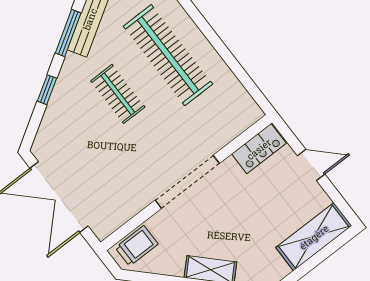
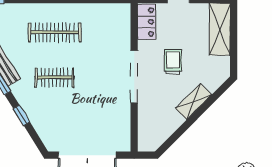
clothes rail: (168, 55) -> (55, 32), width x0.73, depth x0.76
trolley: (137, 246) -> (173, 62), moved

